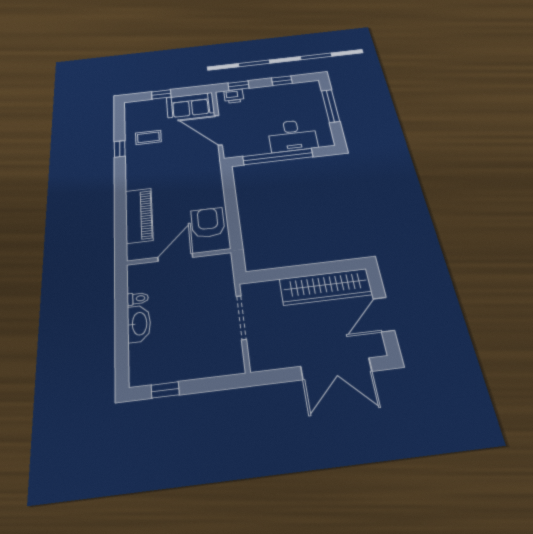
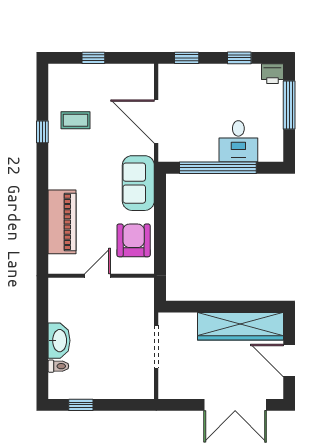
printer: (234, 96) -> (272, 74), moved
sofa: (190, 105) -> (138, 183), moved, turned 90
desk: (292, 136) -> (238, 141), width x0.73
door: (175, 257) -> (97, 276), width x0.73
toilet: (138, 299) -> (58, 366), moved
door: (384, 314) -> (289, 361), hinge flipped

